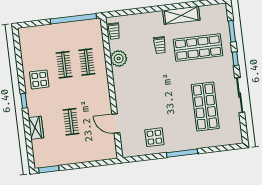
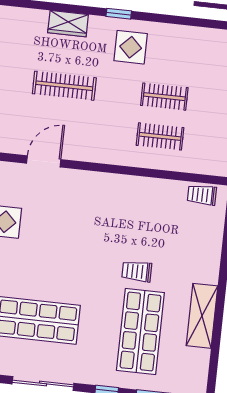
trolley: (160, 45) -> (137, 271), moved
plant: (119, 58) -> (153, 192), removed
display table: (39, 79) -> (131, 47), moved
clothes rail: (71, 122) -> (64, 86), width x1.36

